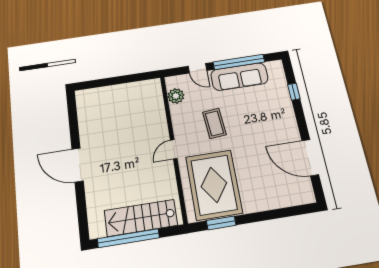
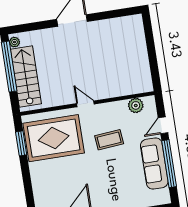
plant: (99, 232) -> (14, 42), added

